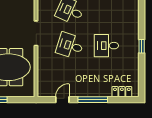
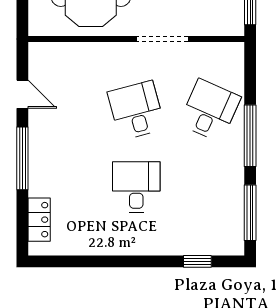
desk: (70, 46) -> (136, 110), turned -33
window: (142, 46) -> (197, 261), moved

